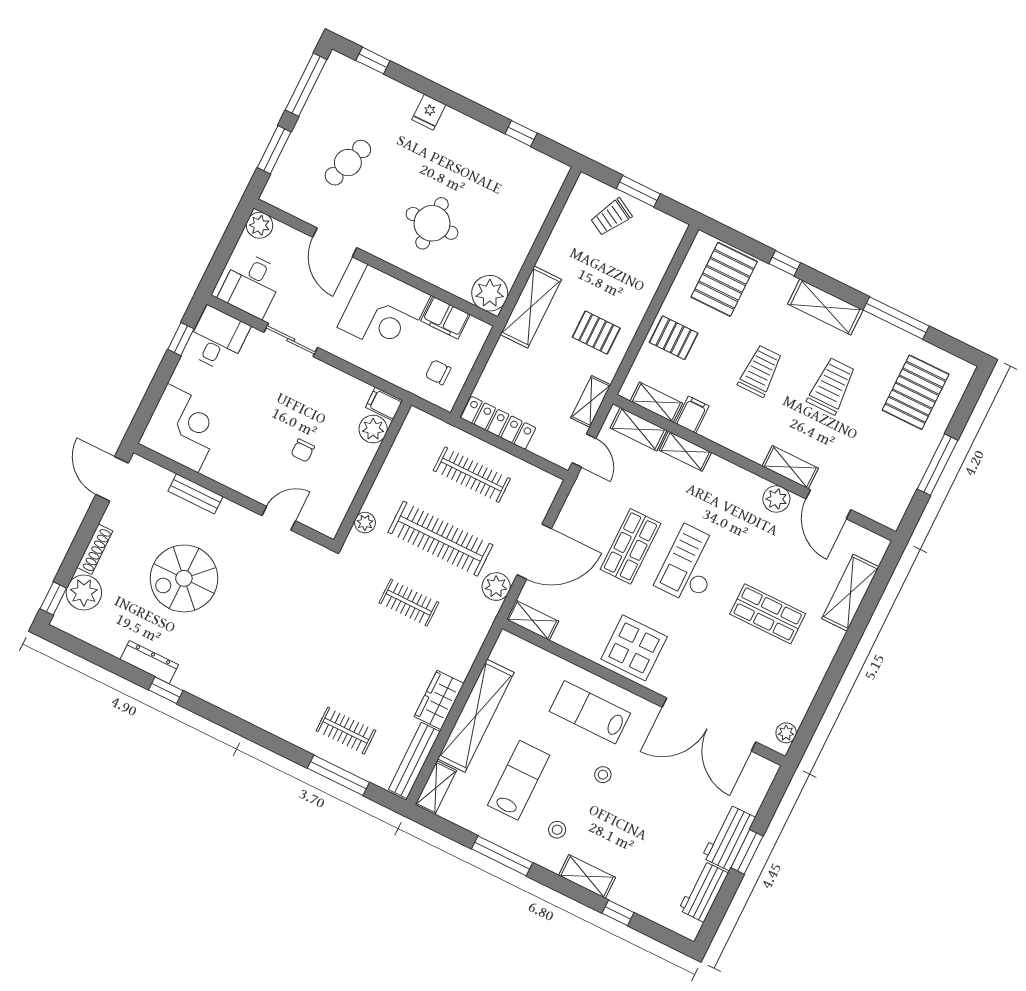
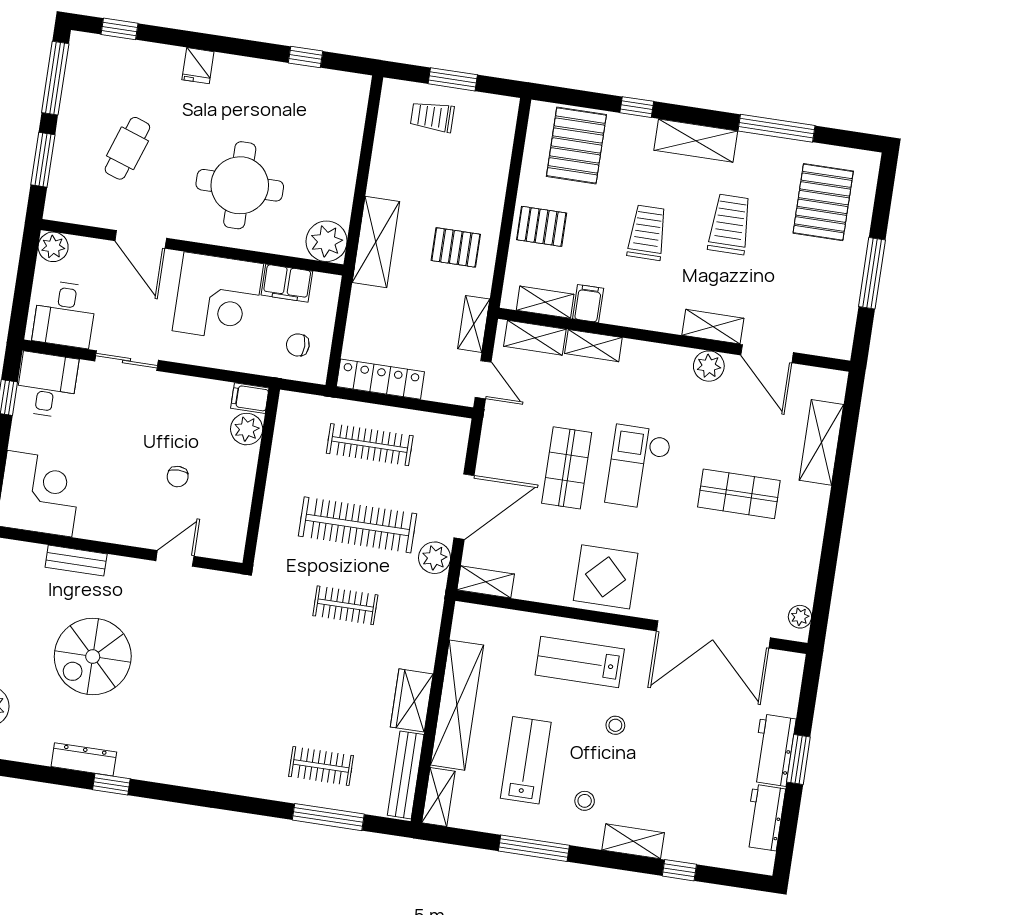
trolley: (611, 217) -> (432, 117), turned 61
round table: (432, 223) -> (240, 185), width x1.36, depth x1.36
plant: (365, 523) -> (270, 533), removed

